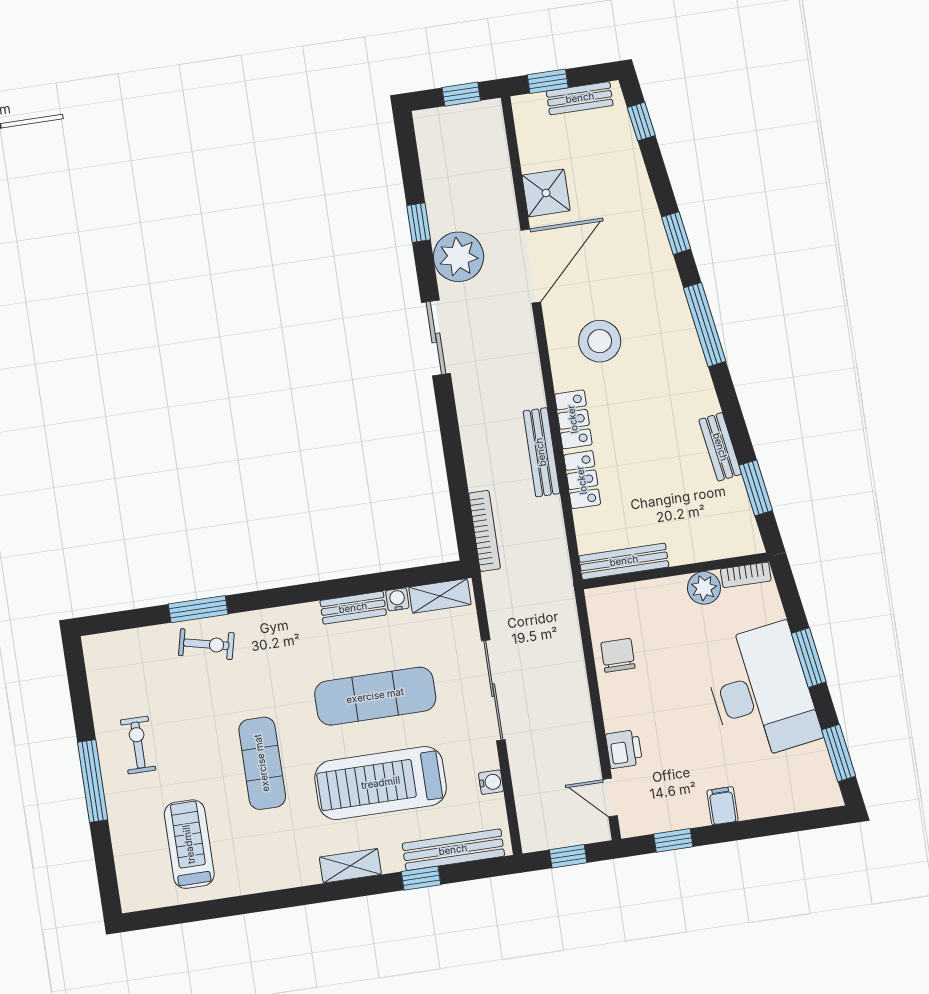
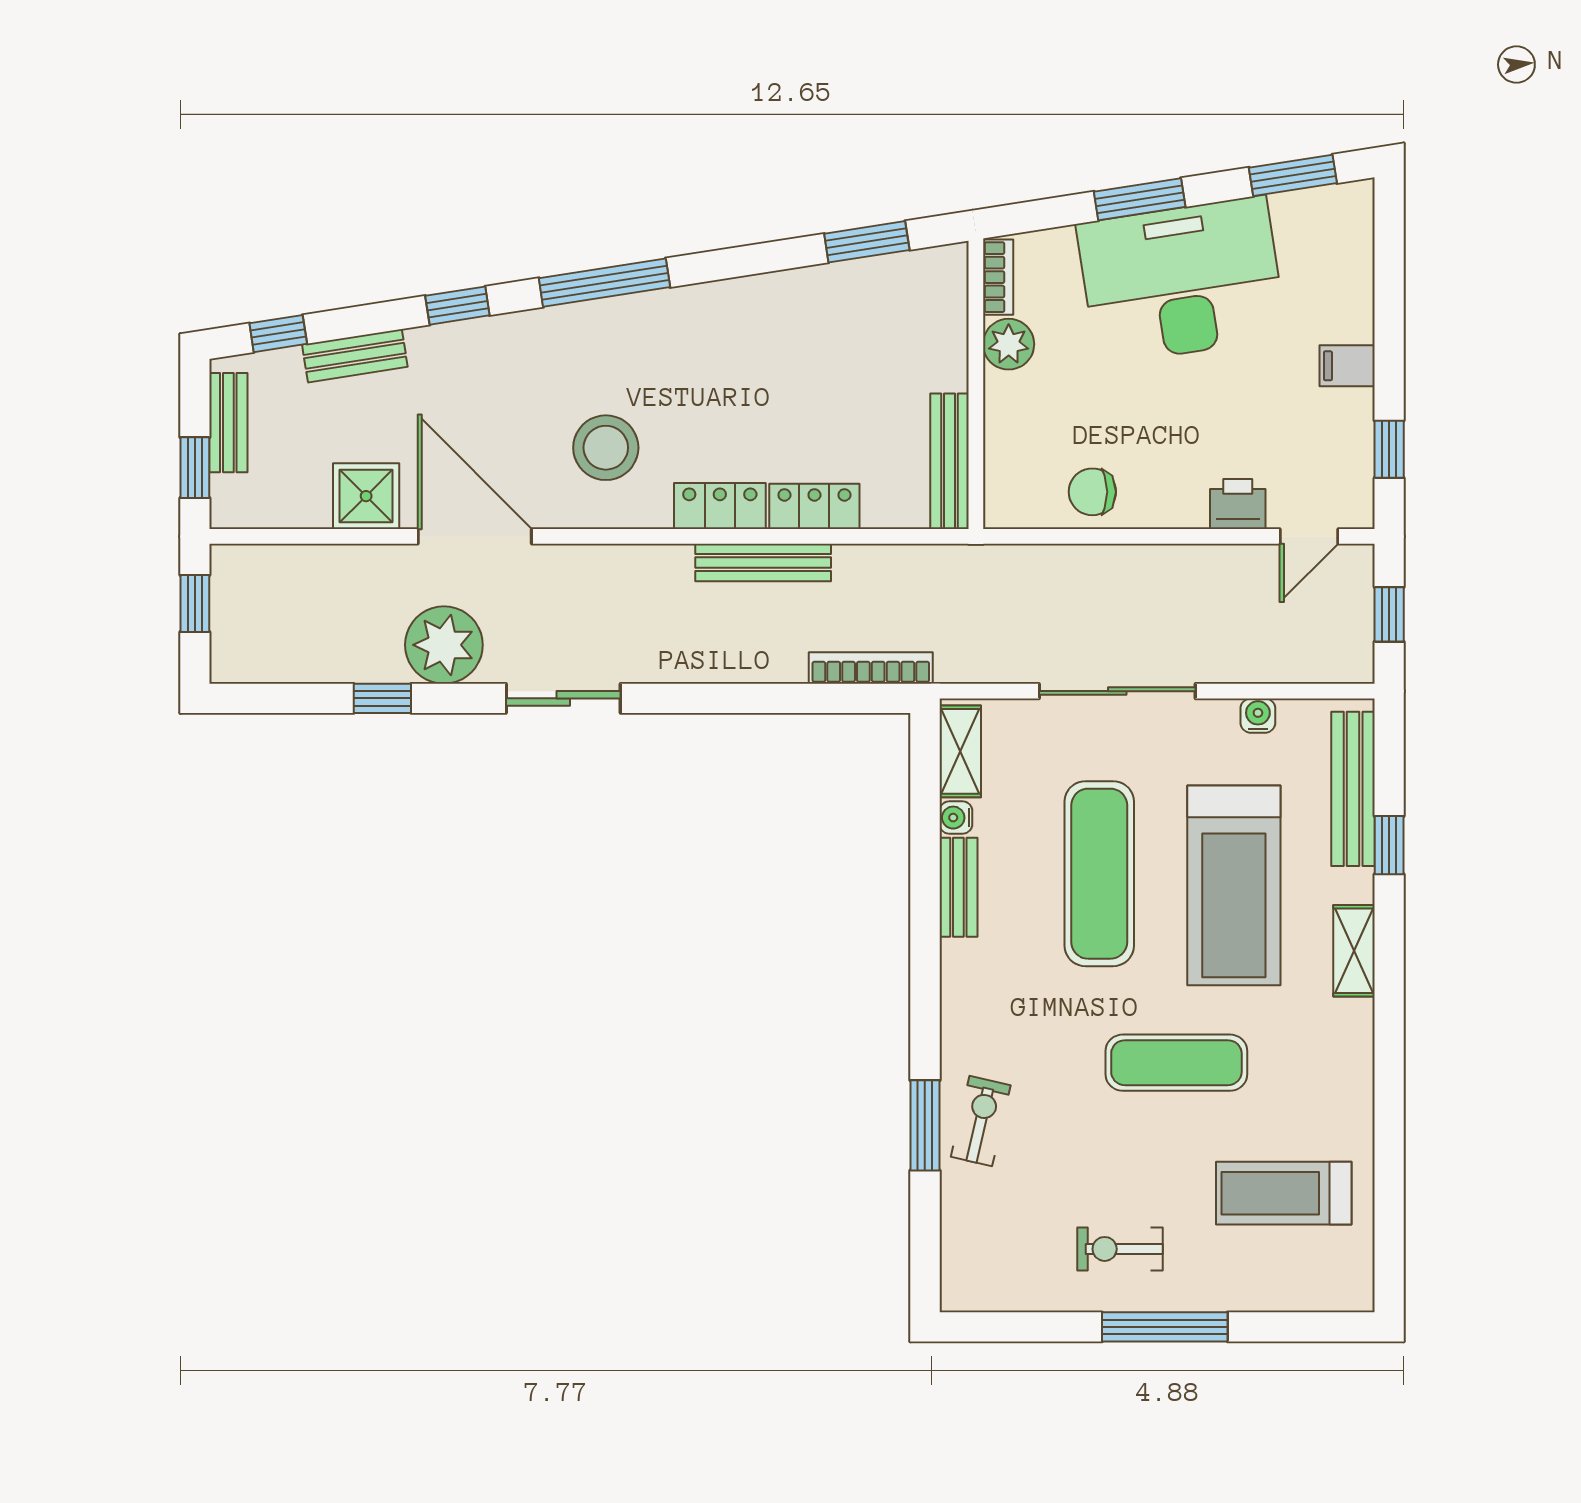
bench: (720, 447) -> (355, 356), moved

